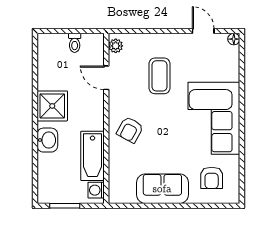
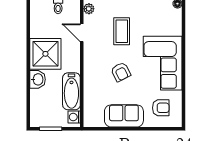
shower: (52, 106) -> (45, 54), width x1.37, depth x1.37
armchair: (130, 130) -> (121, 72), moved, turned -56
armchair: (212, 178) -> (161, 108), turned -90

